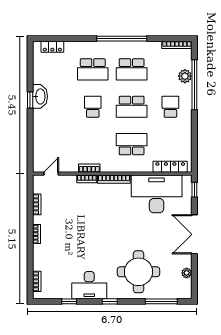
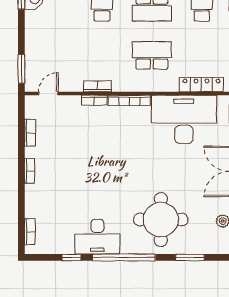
window: (30, 155) -> (21, 69), added
window: (110, 301) -> (124, 257), width x3.17
window: (161, 301) -> (190, 257), width x0.69

